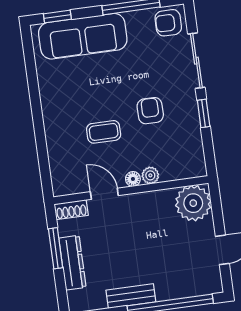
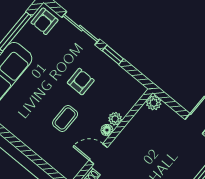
armchair: (150, 111) -> (81, 82), turned 90
plant: (193, 203) -> (154, 103), width x0.53, depth x0.53

